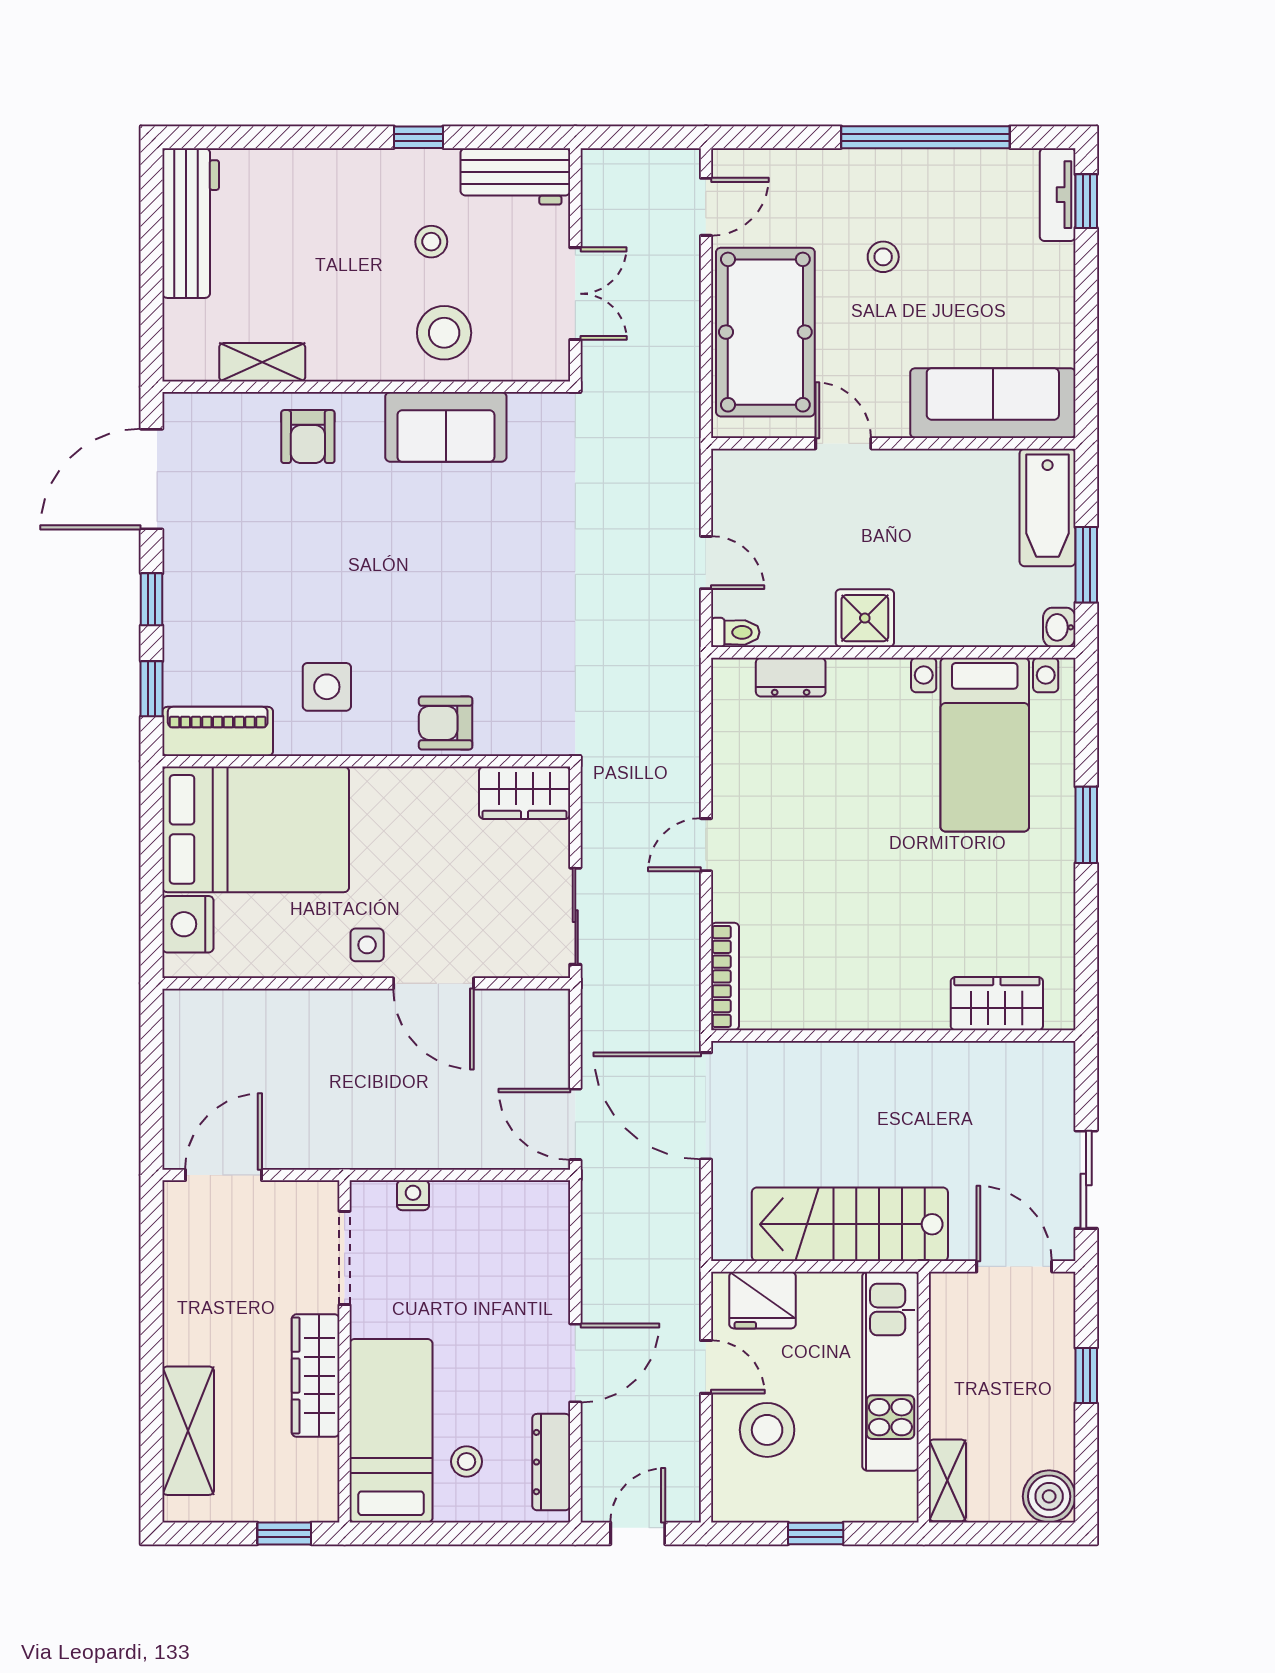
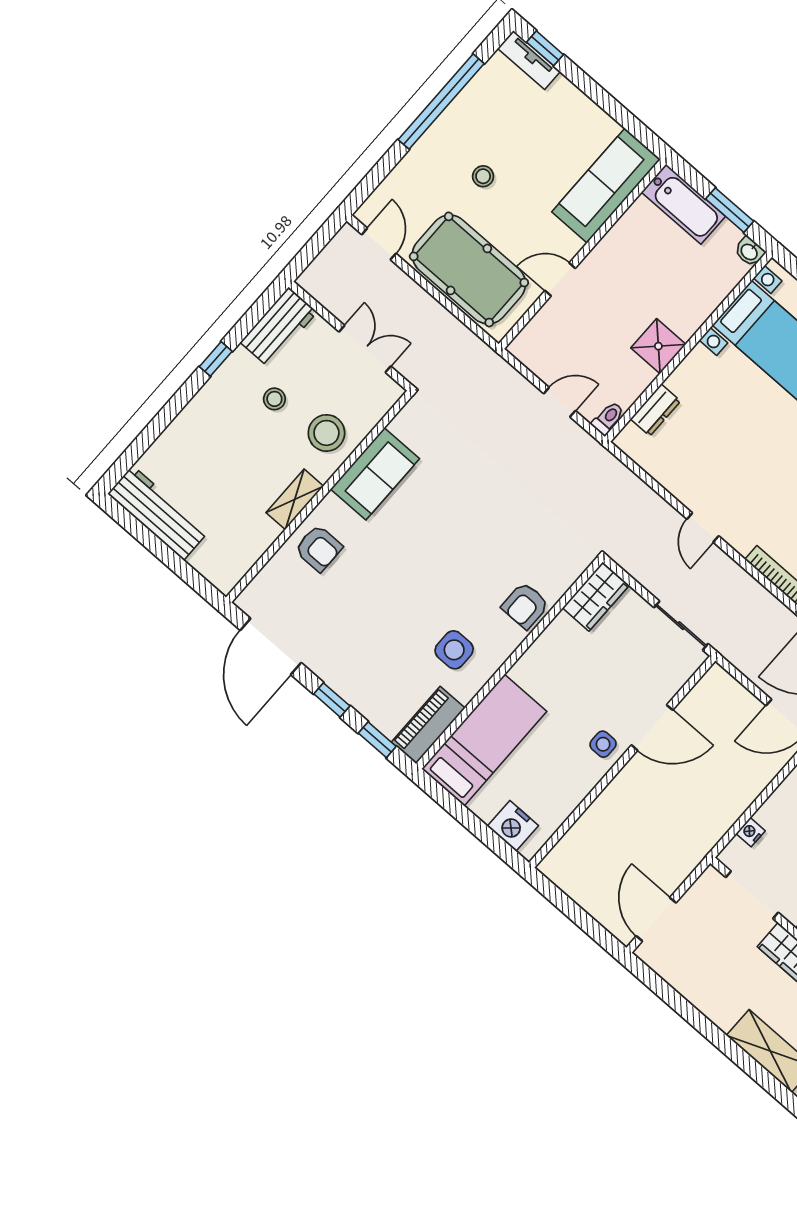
shelving: (262, 362) -> (295, 499), moved
bed: (256, 829) -> (484, 740), width x0.67

